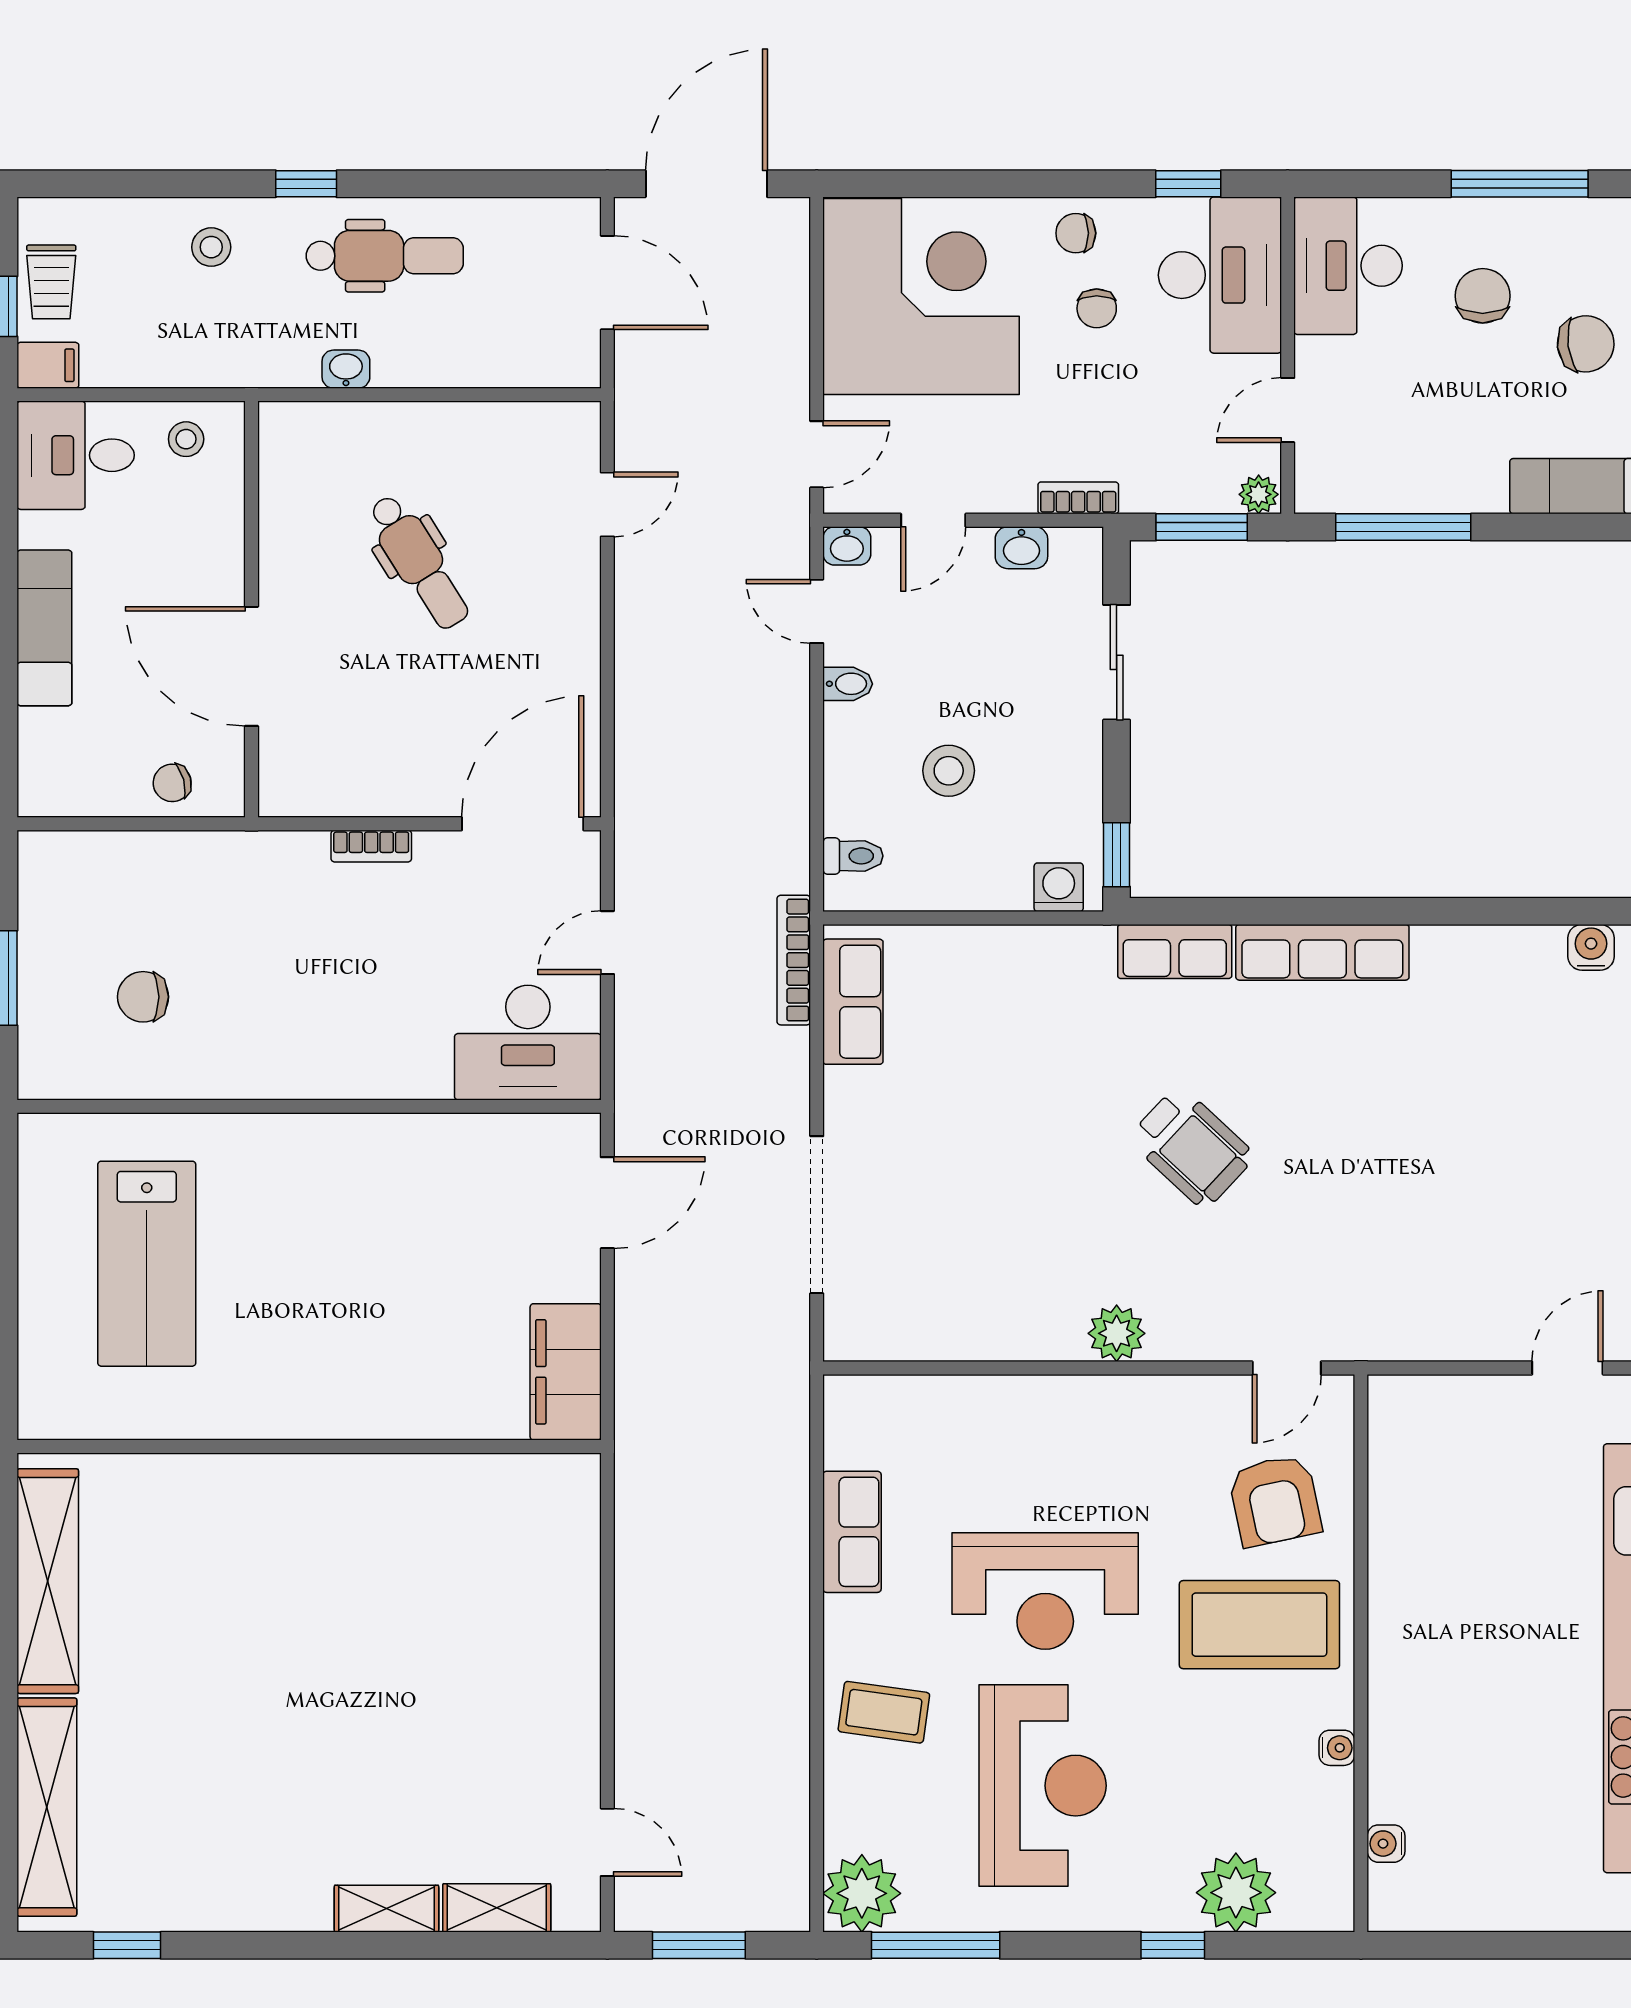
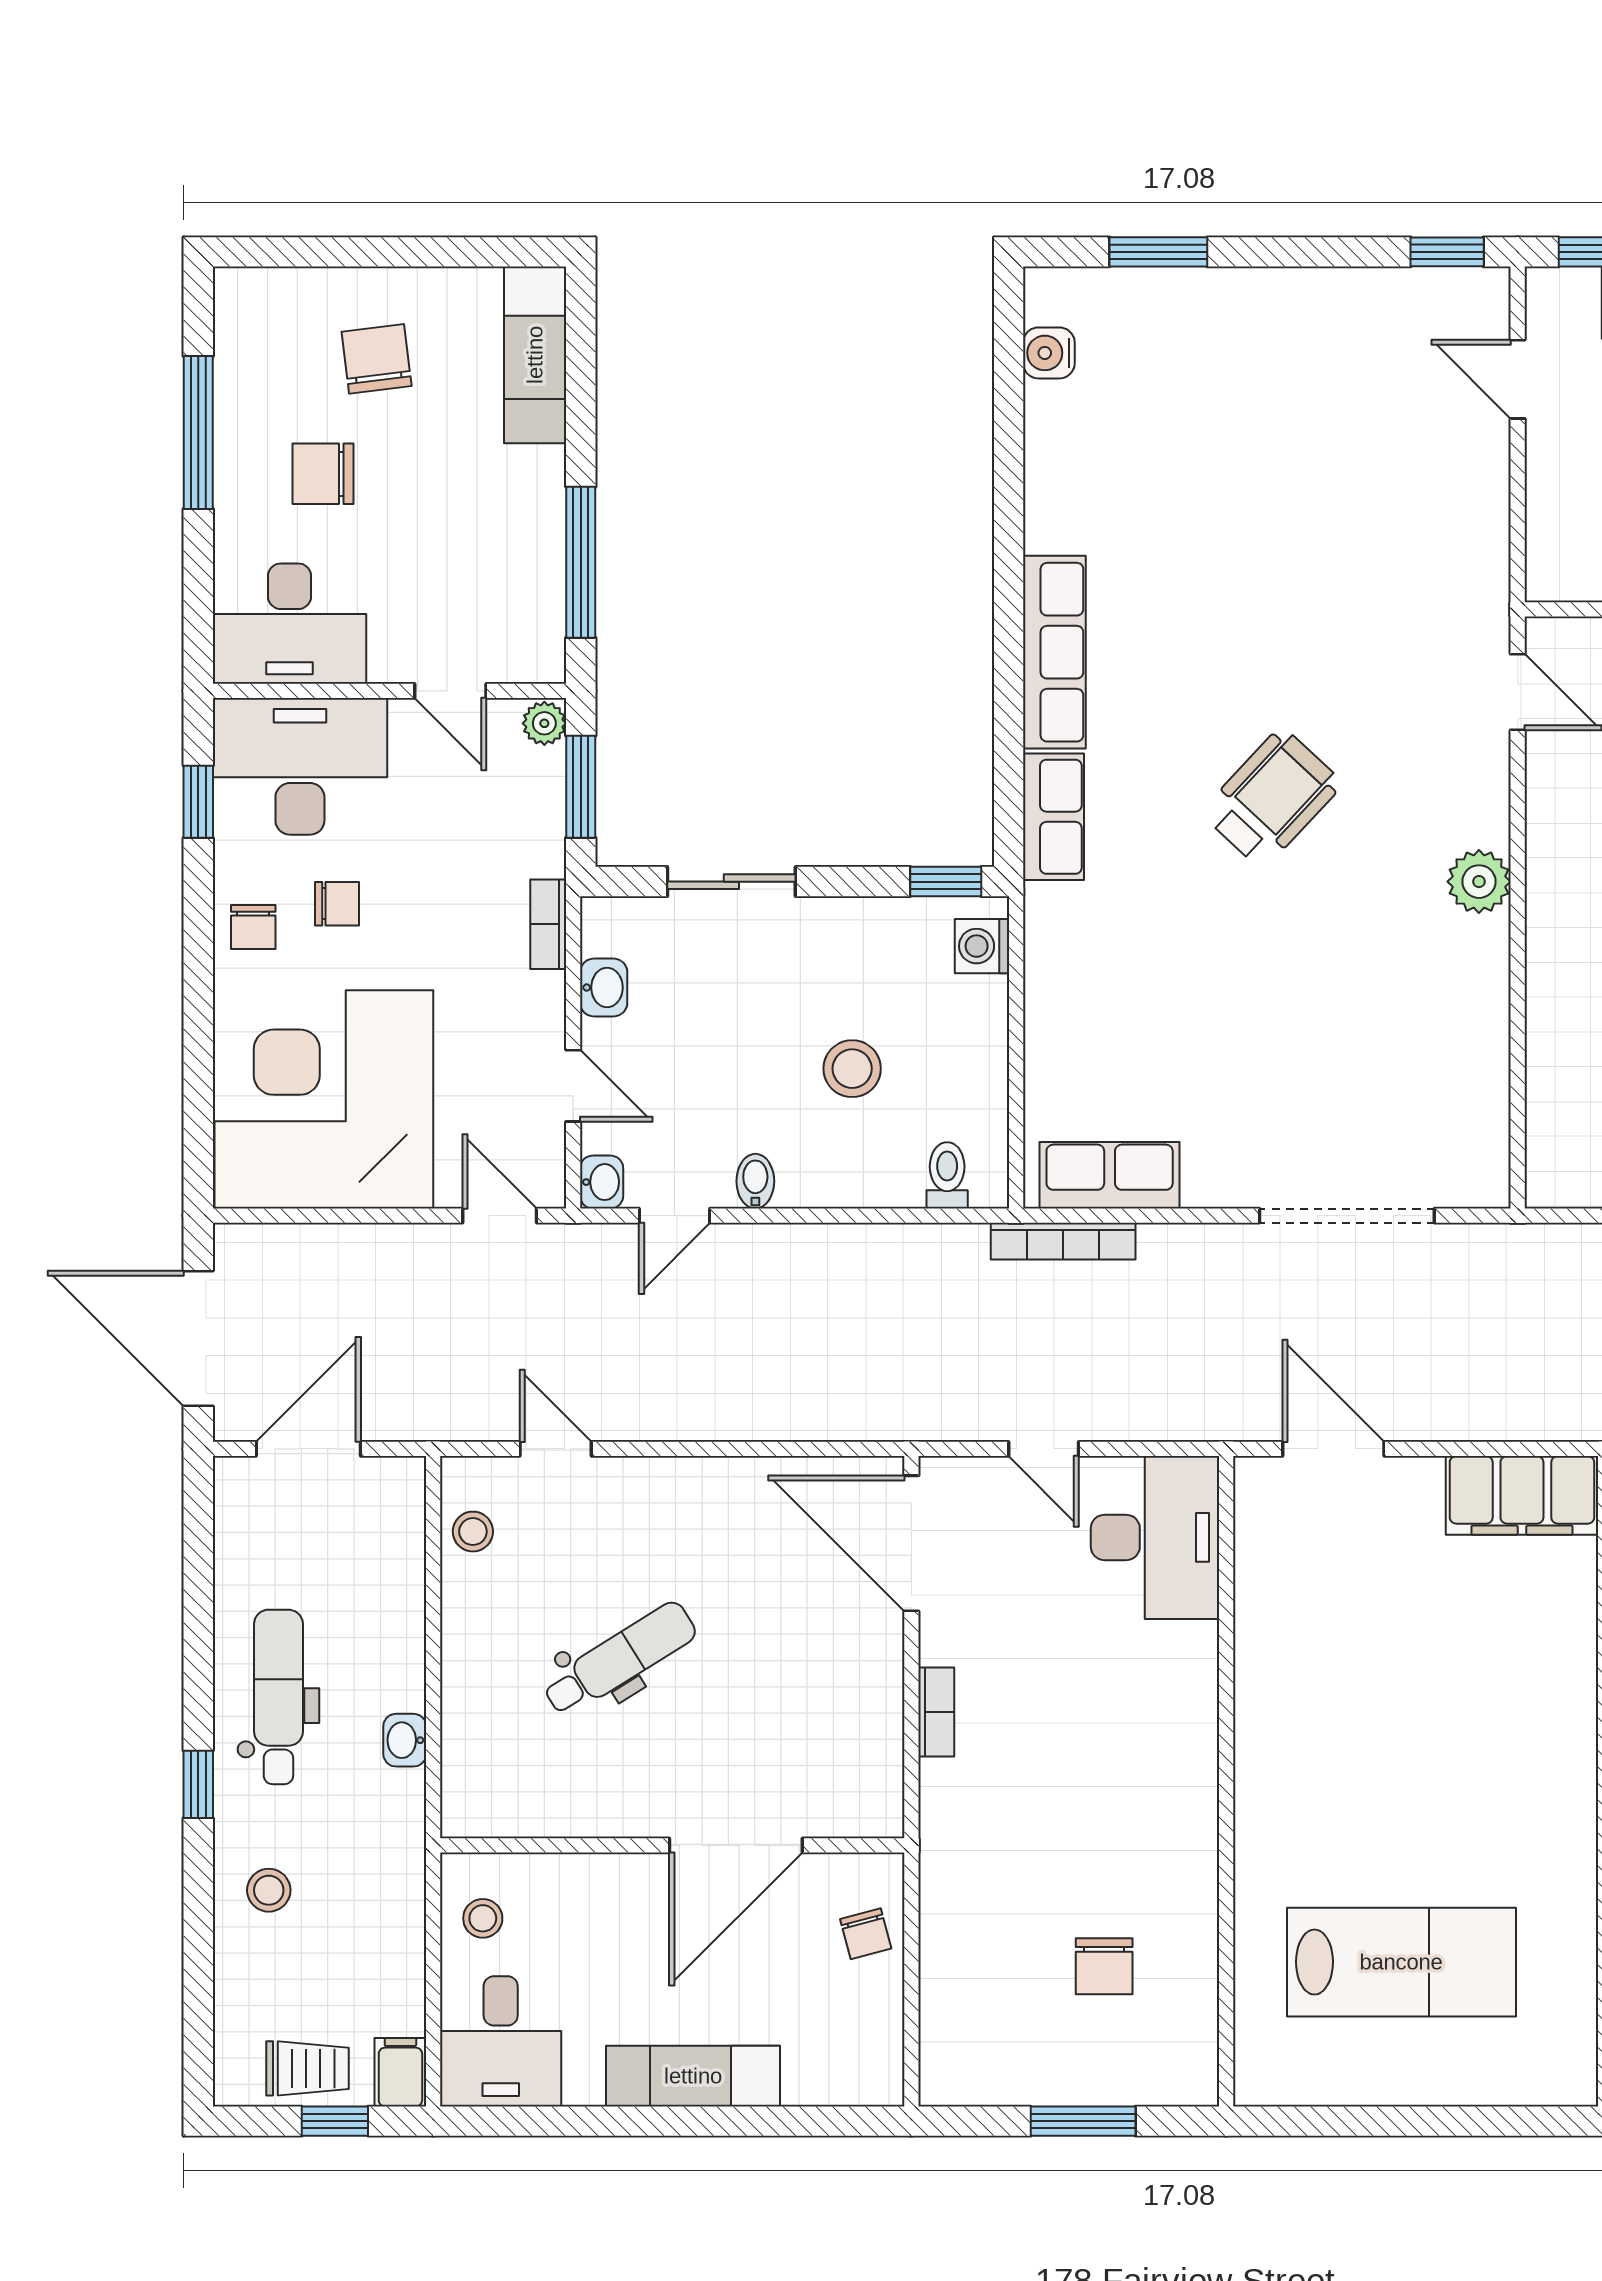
stool: (533, 430) -> (473, 1532), added

